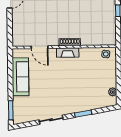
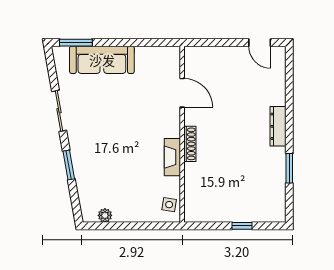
door: (40, 47) -> (182, 93), swing flipped
fireplace: (68, 53) -> (172, 157), moved
sofa: (20, 77) -> (102, 60), moved

